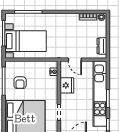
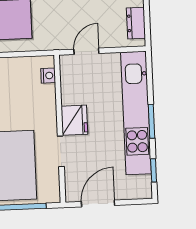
door: (75, 60) -> (86, 51), swing flipped
fridge: (67, 85) -> (74, 120), moved

